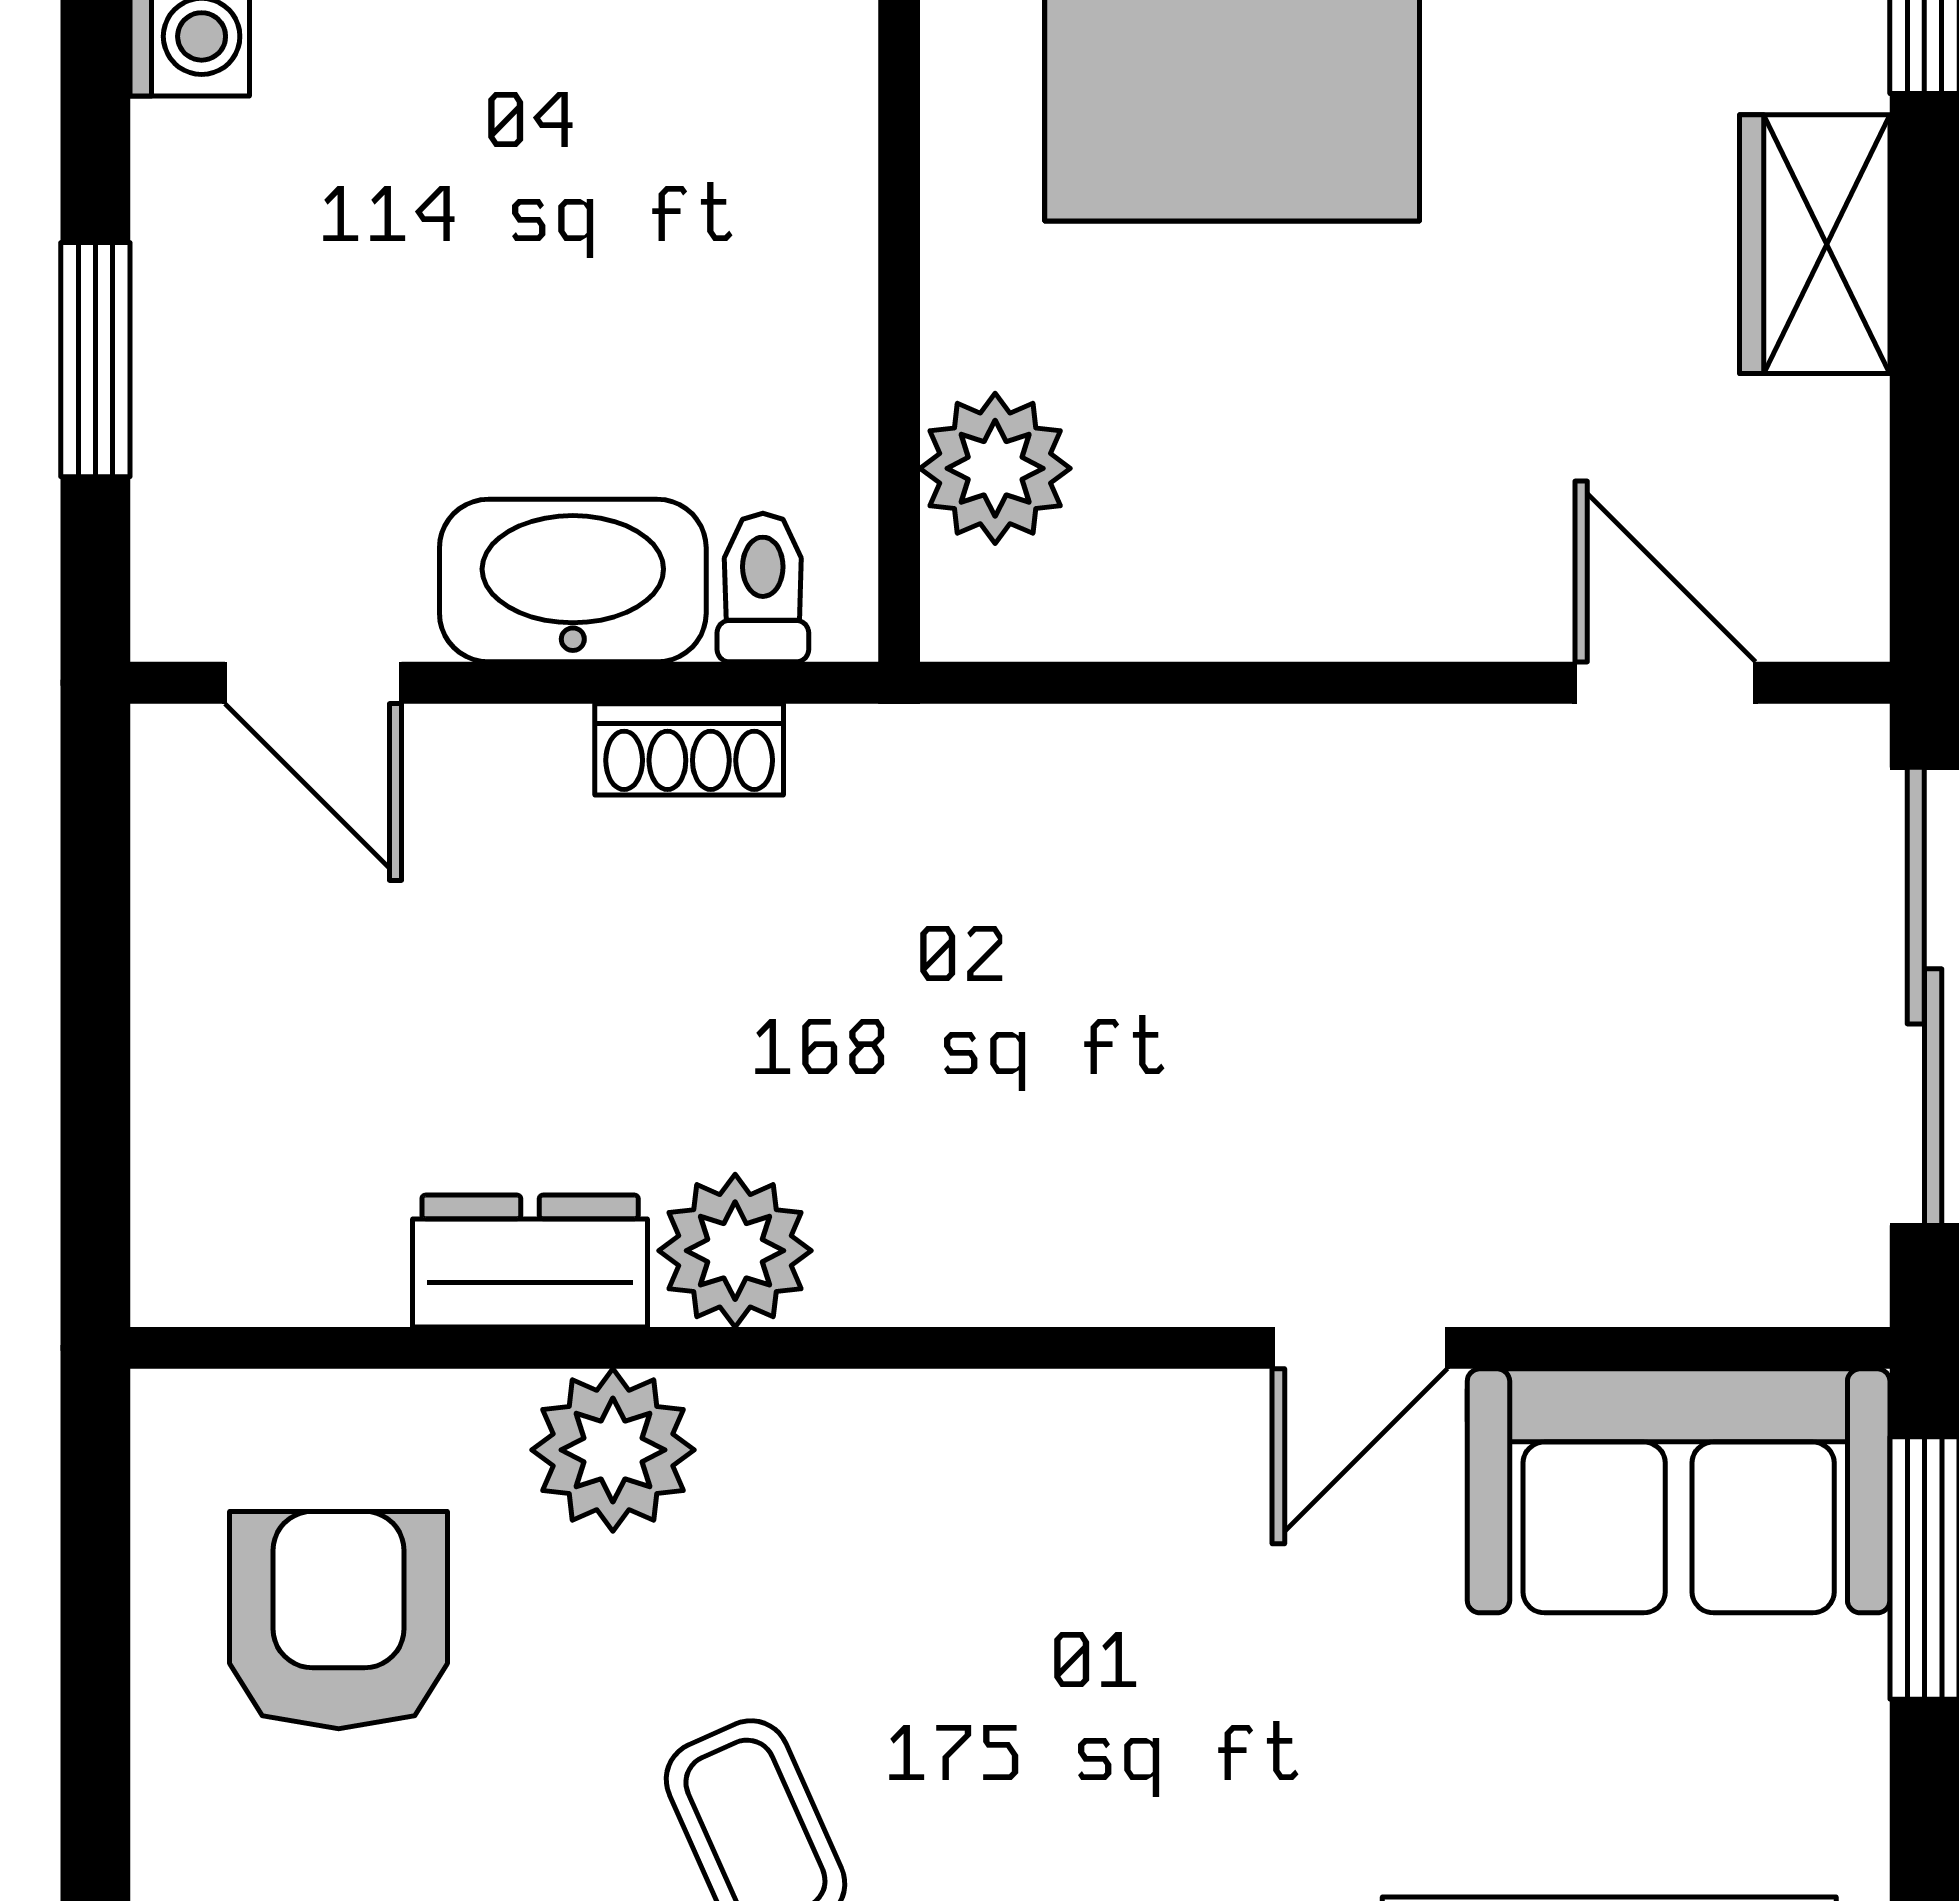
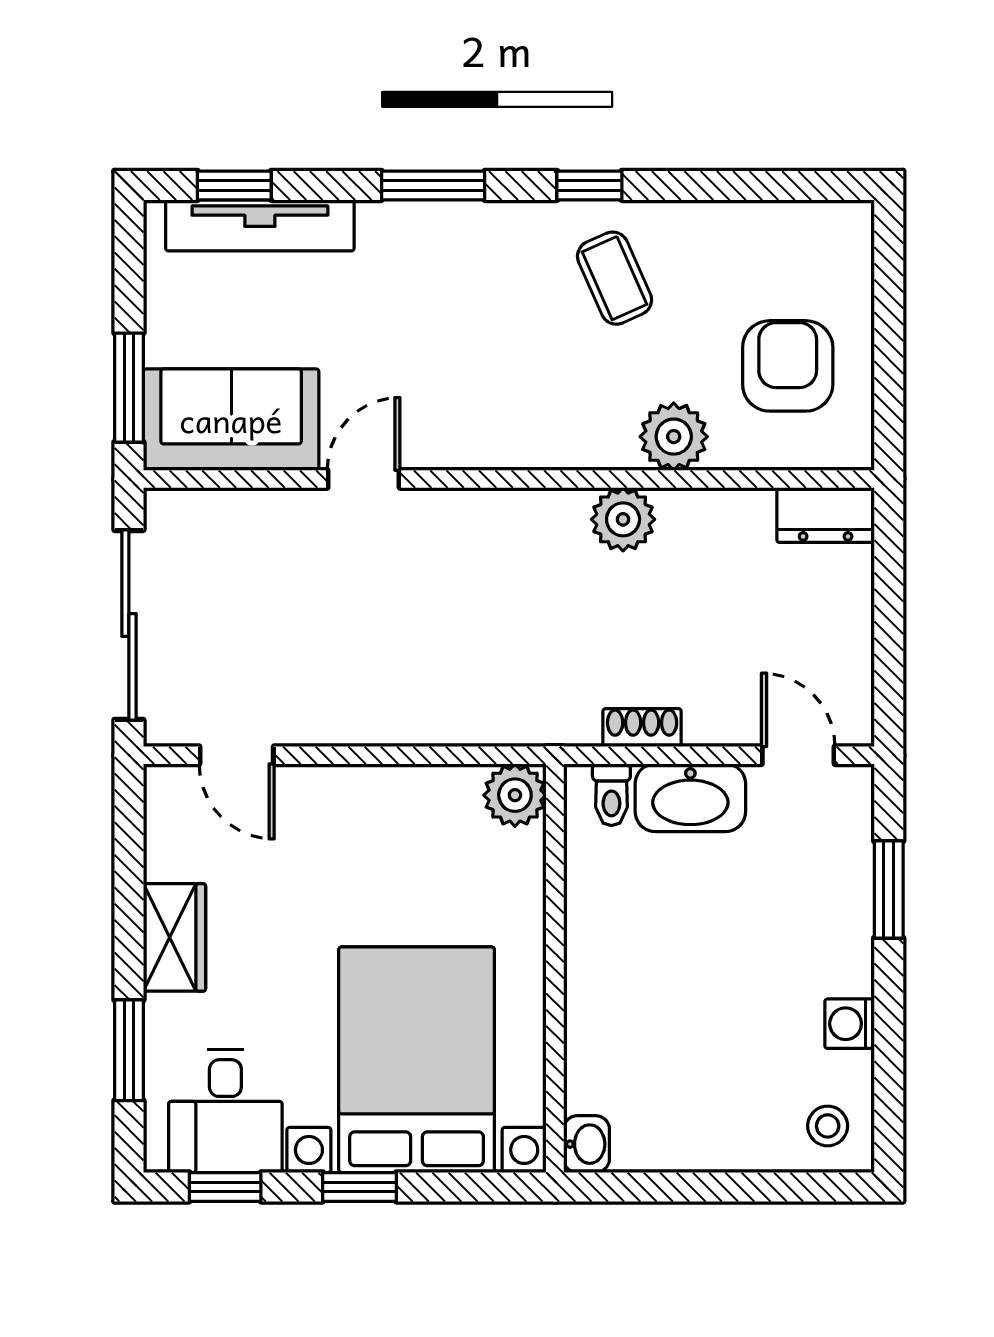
plant: (995, 468) -> (515, 795), moved
dresser: (530, 1261) -> (826, 515), moved
armchair: (339, 1620) -> (788, 366), turned 180

